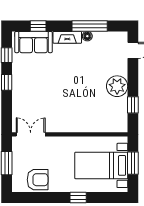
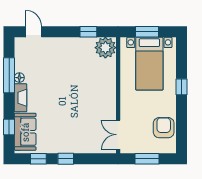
plant: (117, 86) -> (105, 48), moved

